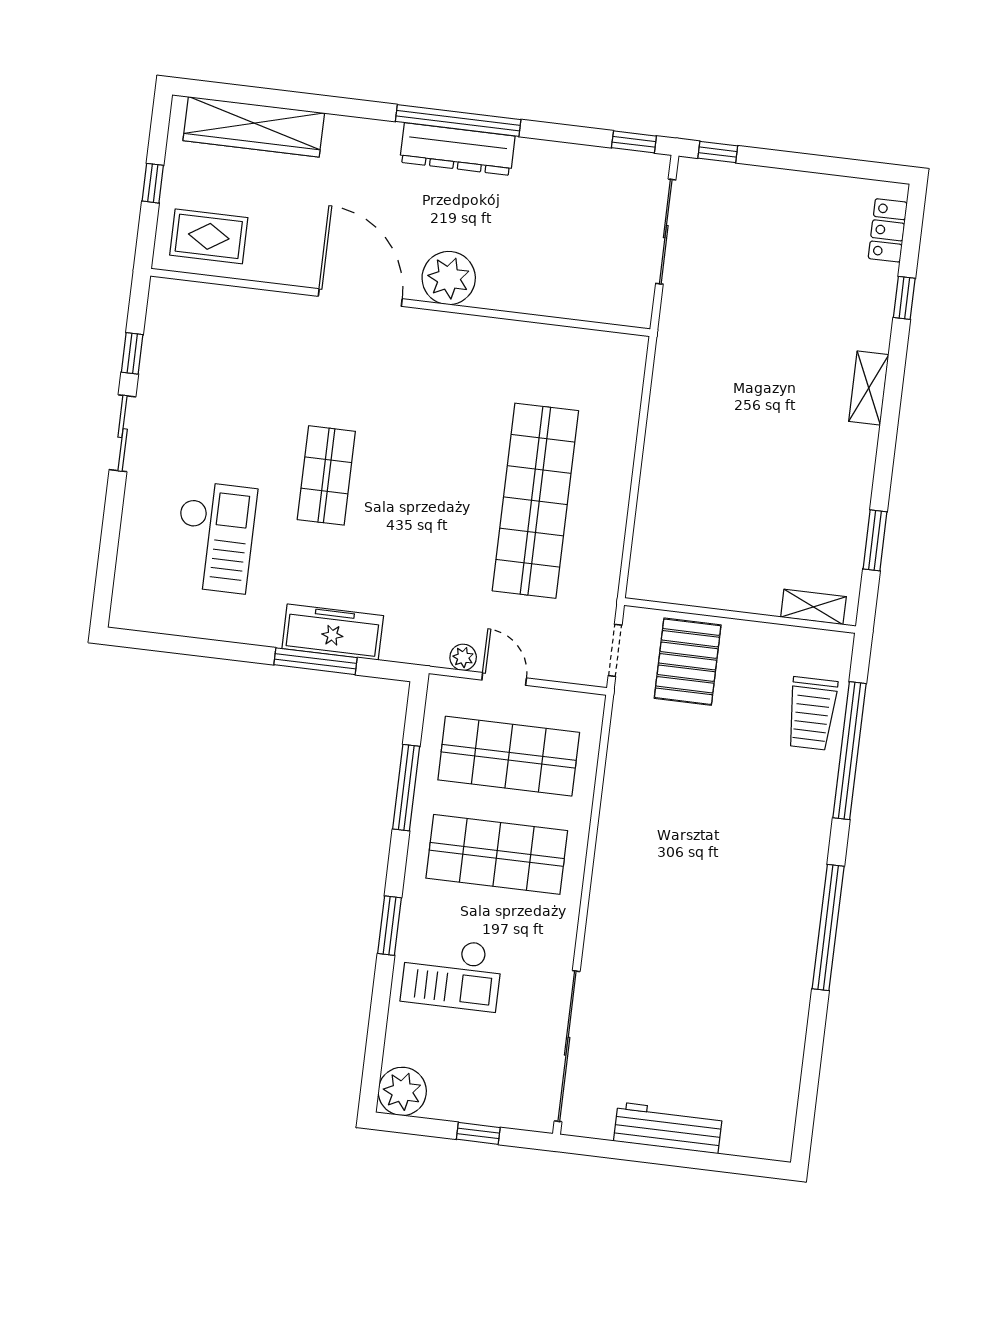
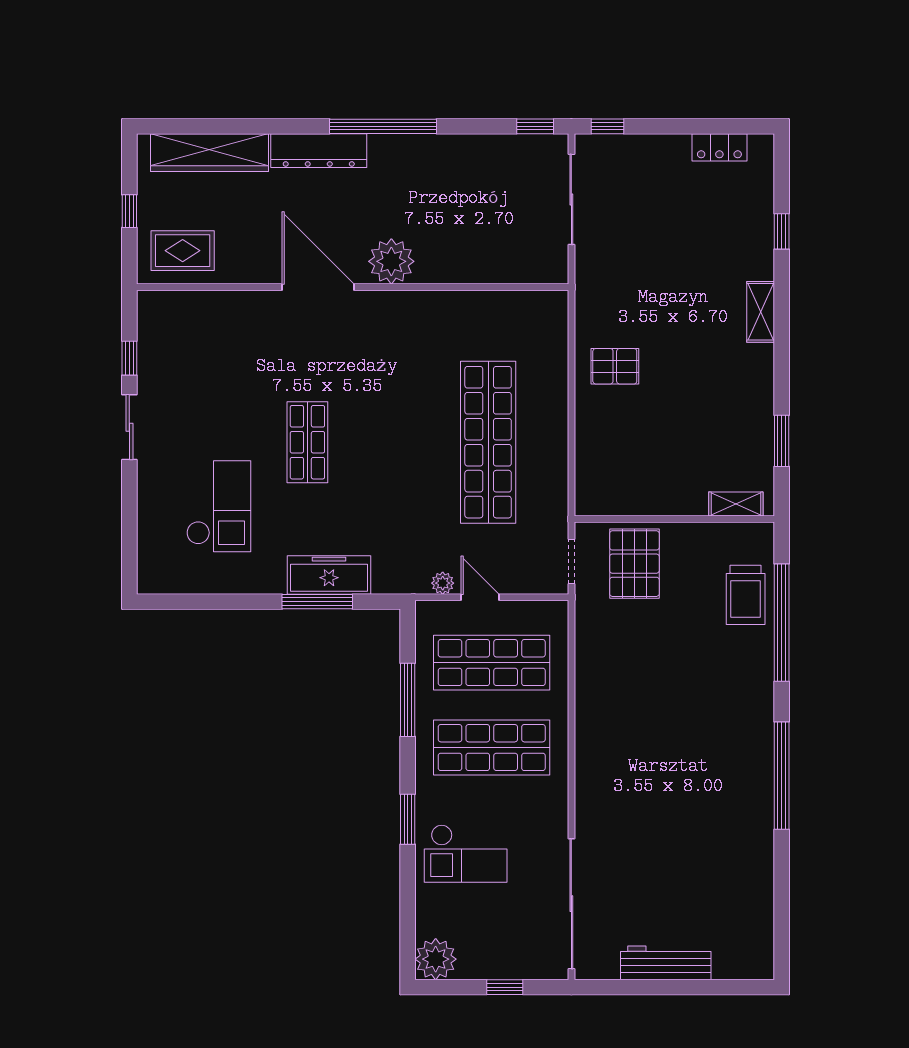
dresser: (457, 149) -> (319, 151), moved
locker: (888, 230) -> (719, 147), moved, turned -90
pallet: (693, 431) -> (615, 366), added

